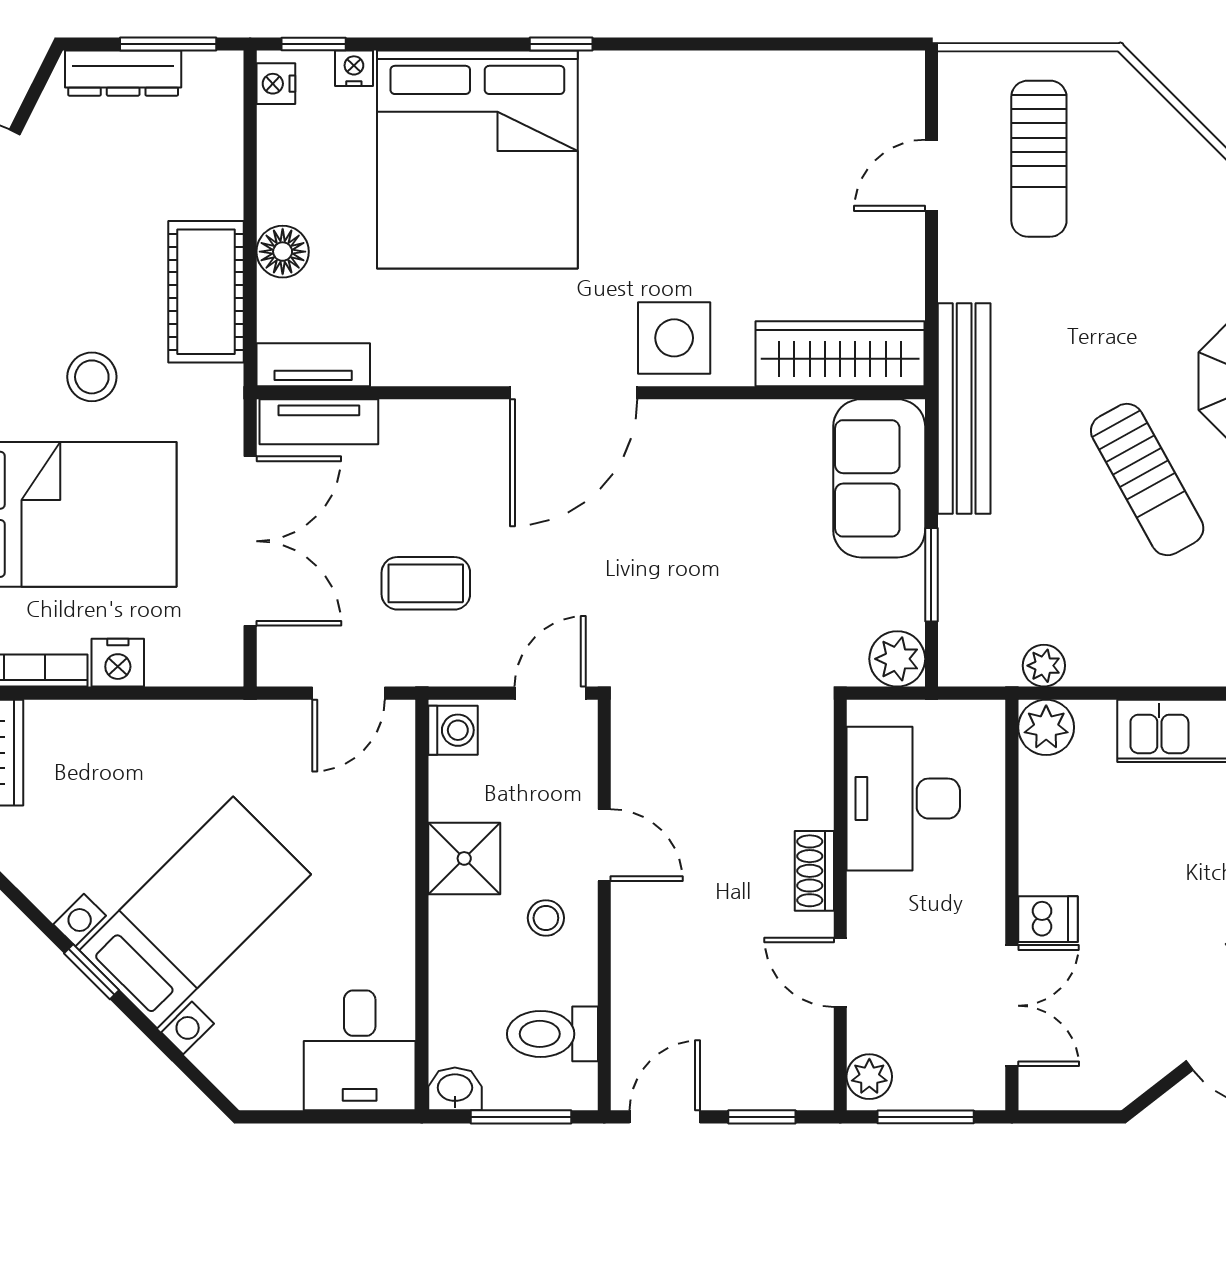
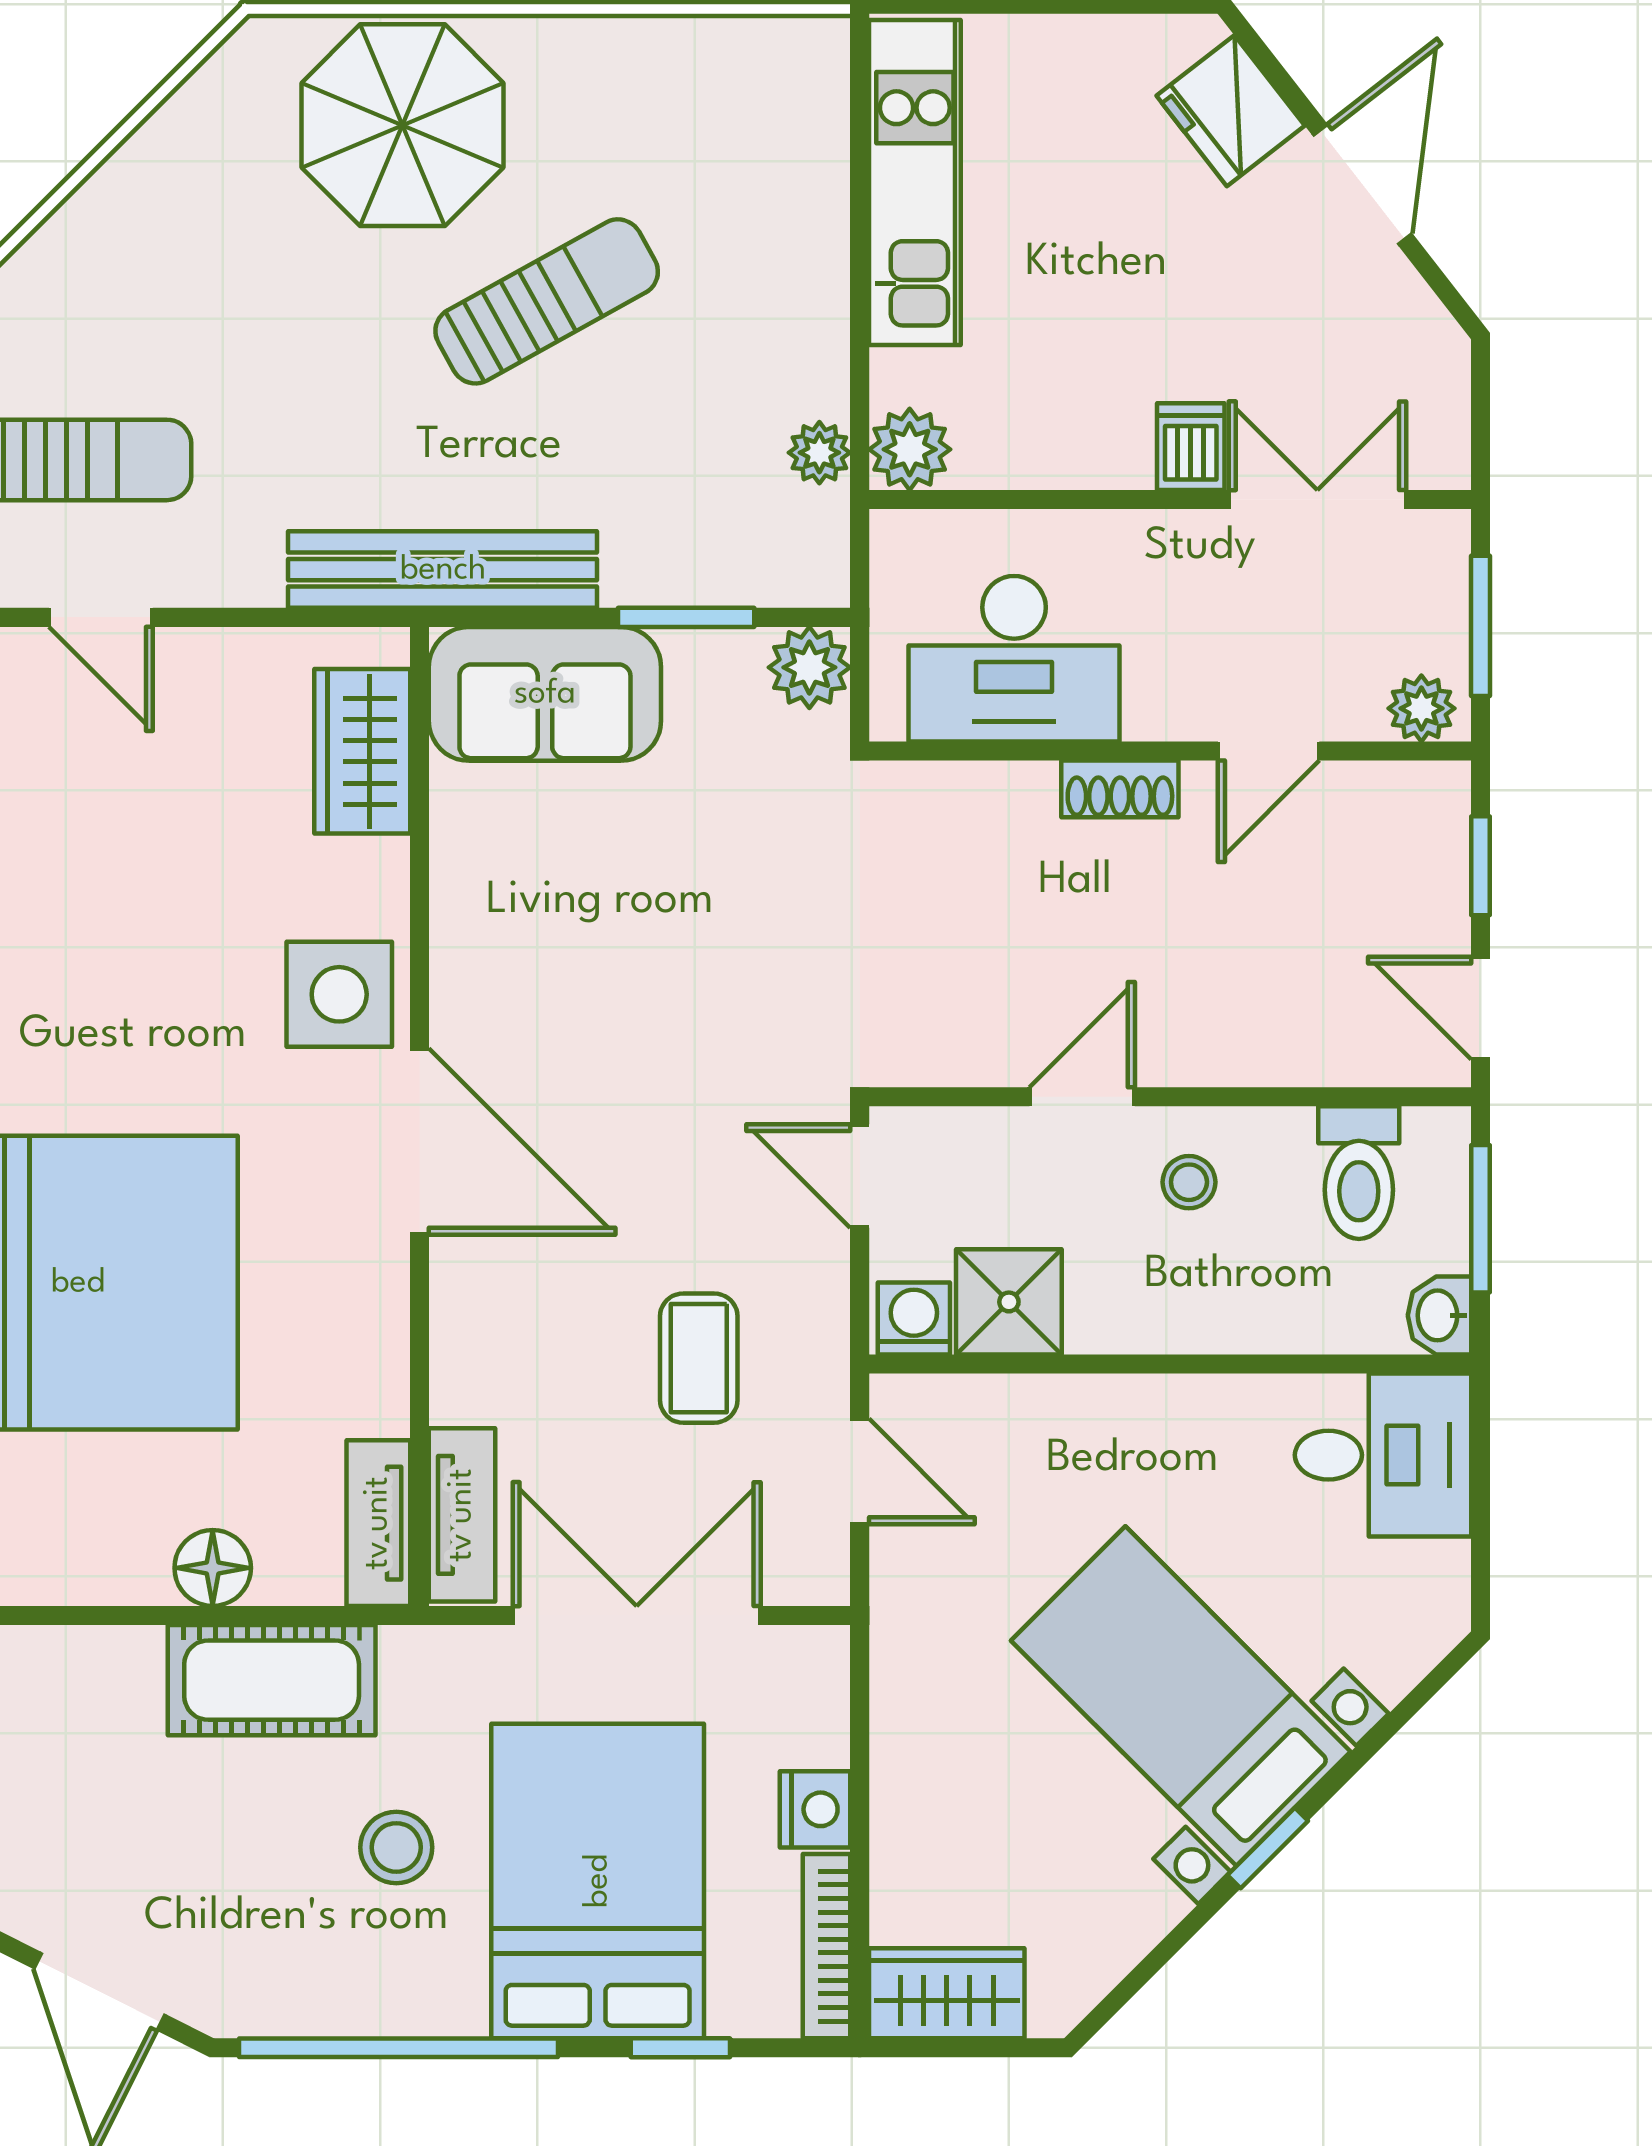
wardrobe: (840, 354) -> (362, 751), width x0.67
shower: (464, 858) -> (1009, 1302), moved

